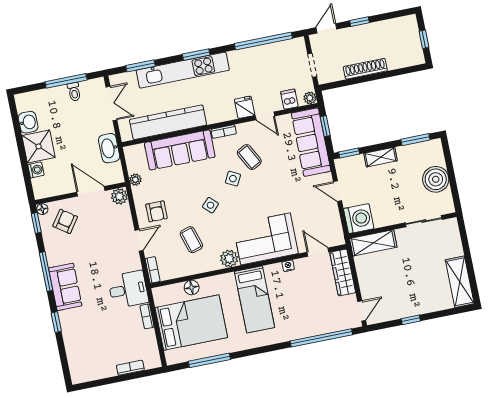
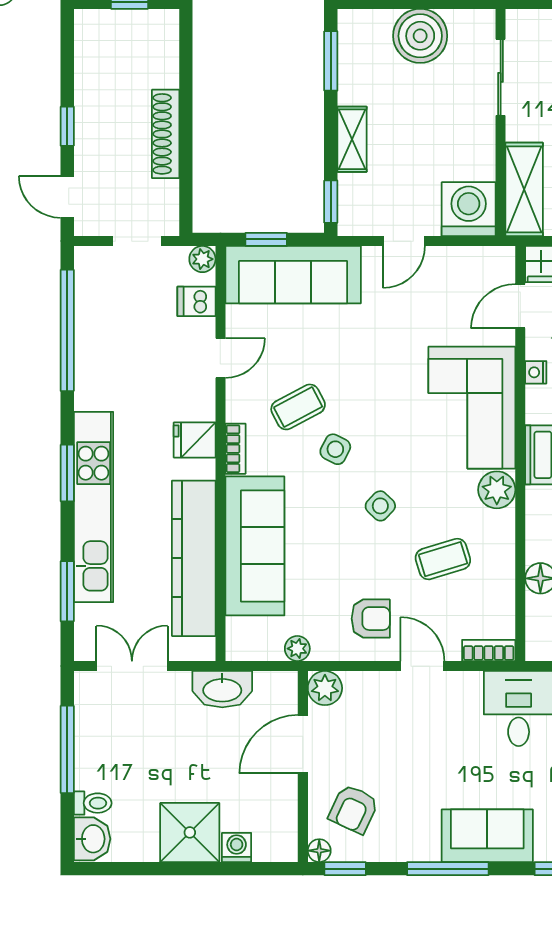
toilet: (74, 92) -> (93, 803), moved
fridge: (245, 107) -> (195, 440), moved
washbasin: (28, 122) -> (92, 839), moved, turned 90
armchair: (65, 221) -> (354, 809), turned -100

